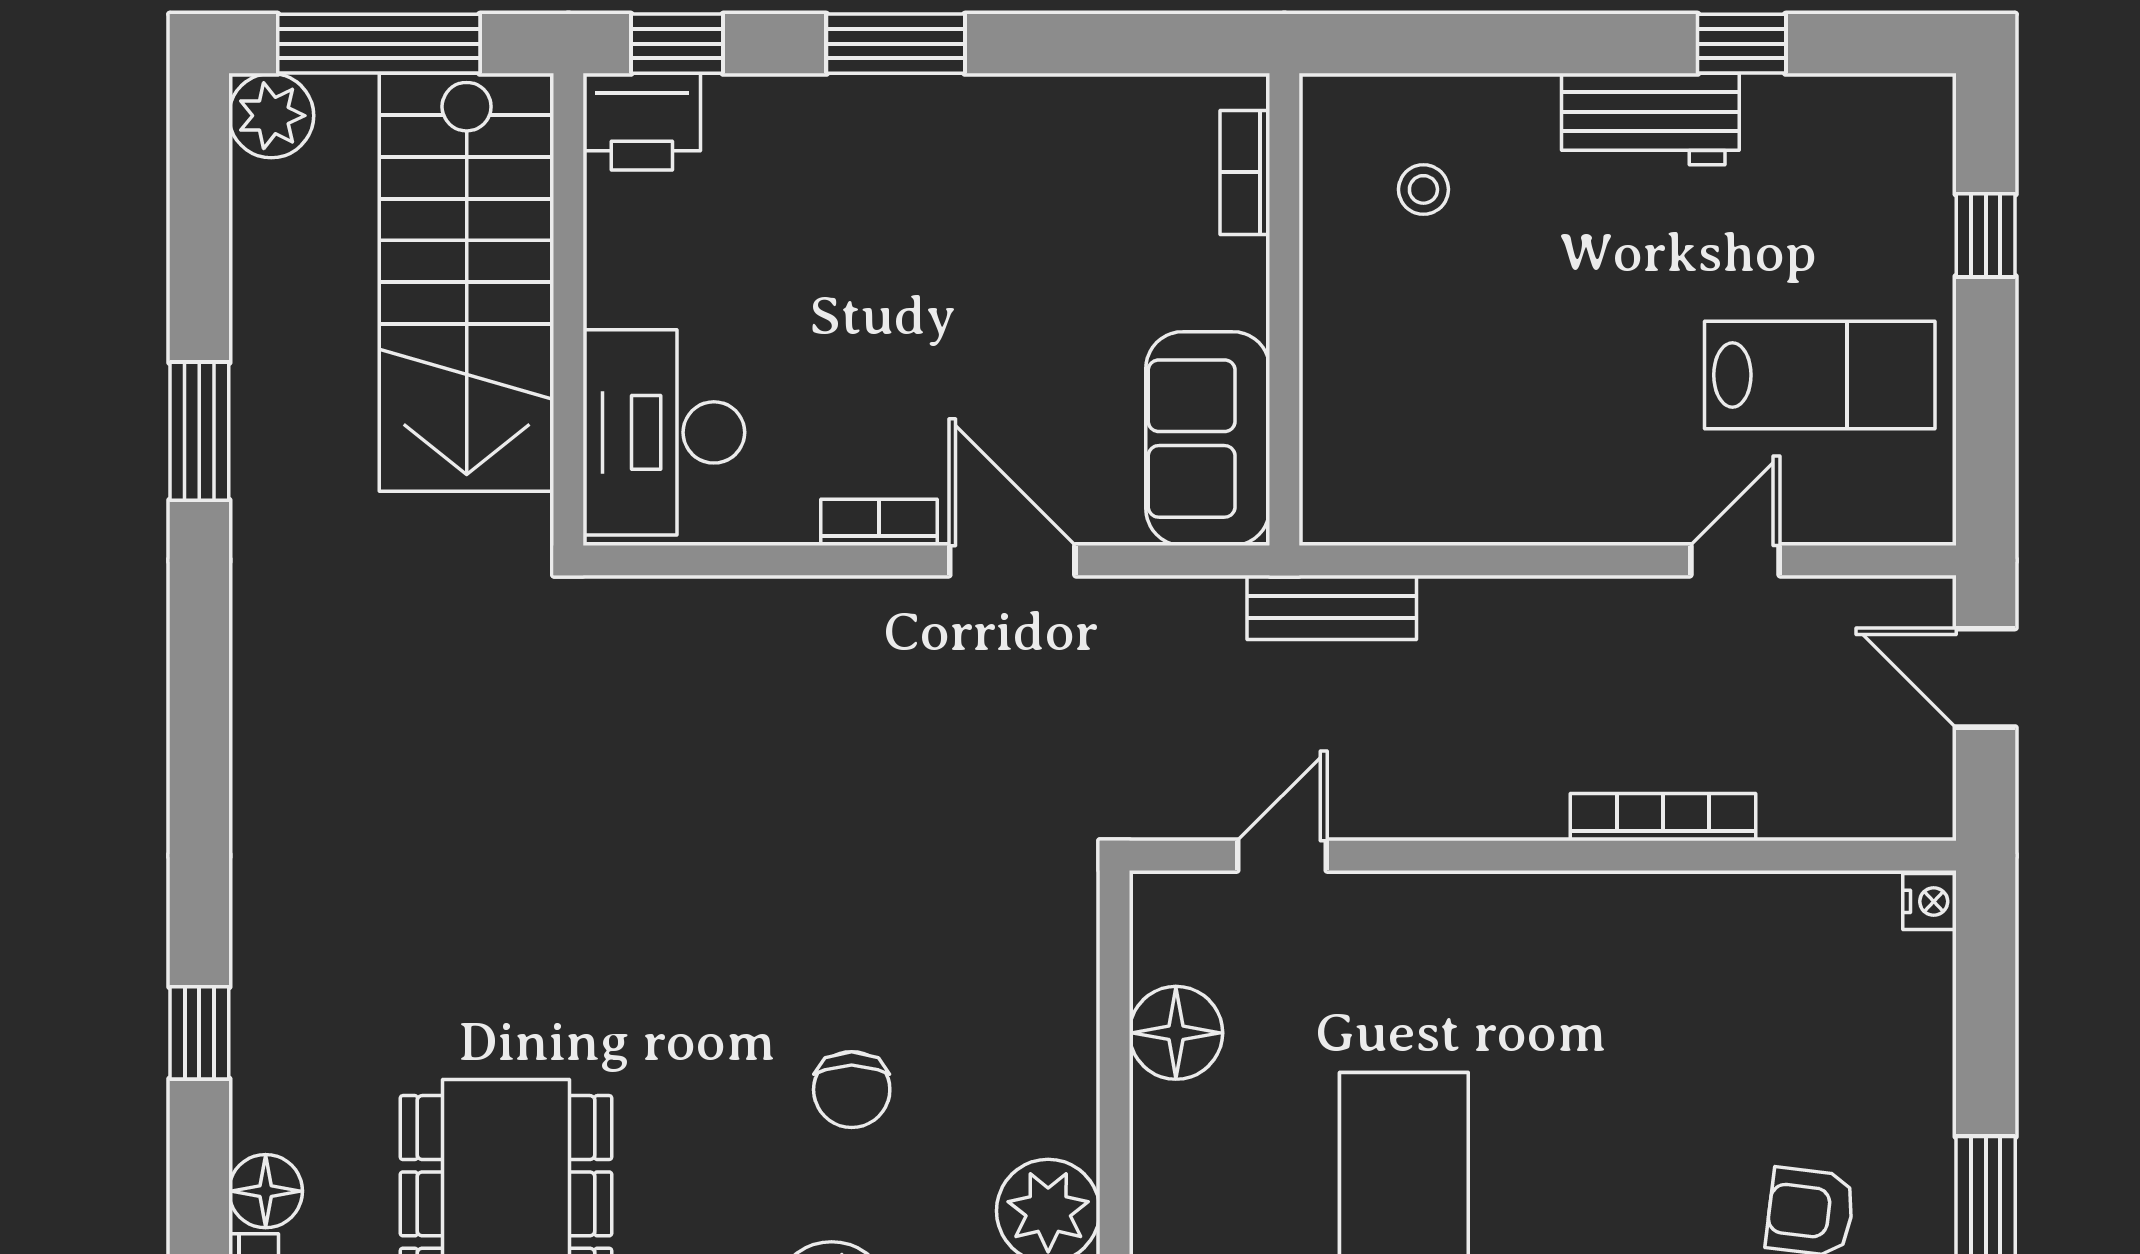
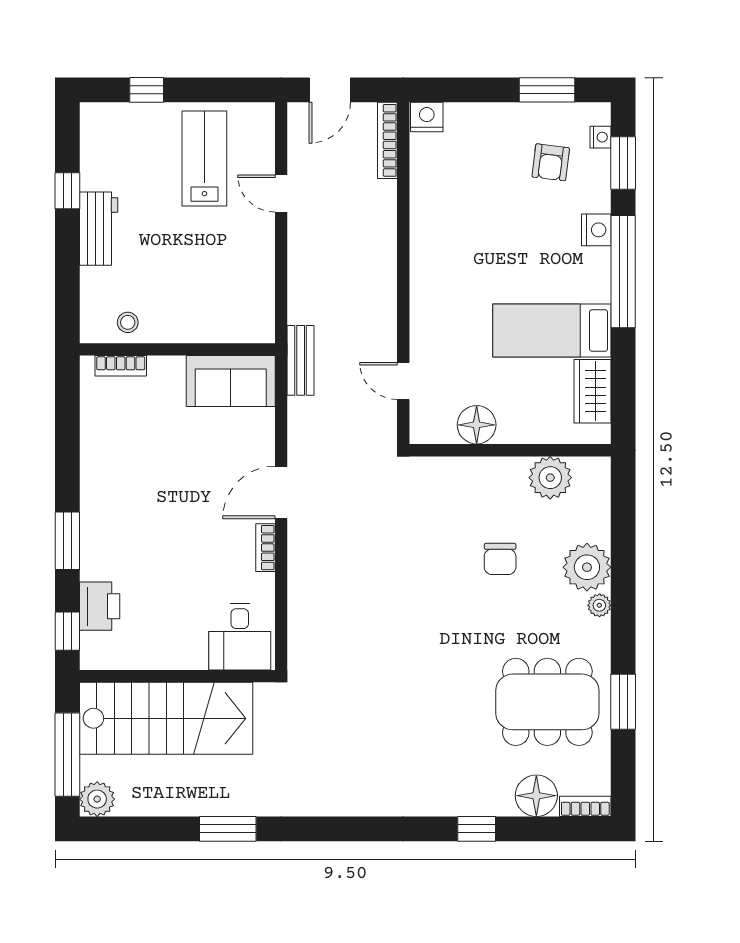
printer: (642, 122) -> (100, 606), moved
bookcase: (1245, 172) -> (121, 366), moved
wall: (1284, 309) -> (177, 349), moved
desk: (664, 432) -> (240, 637), width x0.73
sofa: (1208, 439) -> (231, 381), moved
bookcase: (1663, 817) -> (387, 140), moved
nightstand: (1929, 901) -> (427, 117), width x1.39, depth x1.35
chair: (852, 1090) -> (500, 559), turned 90
floor lamp: (266, 1191) -> (536, 796), width x1.38, depth x1.38

